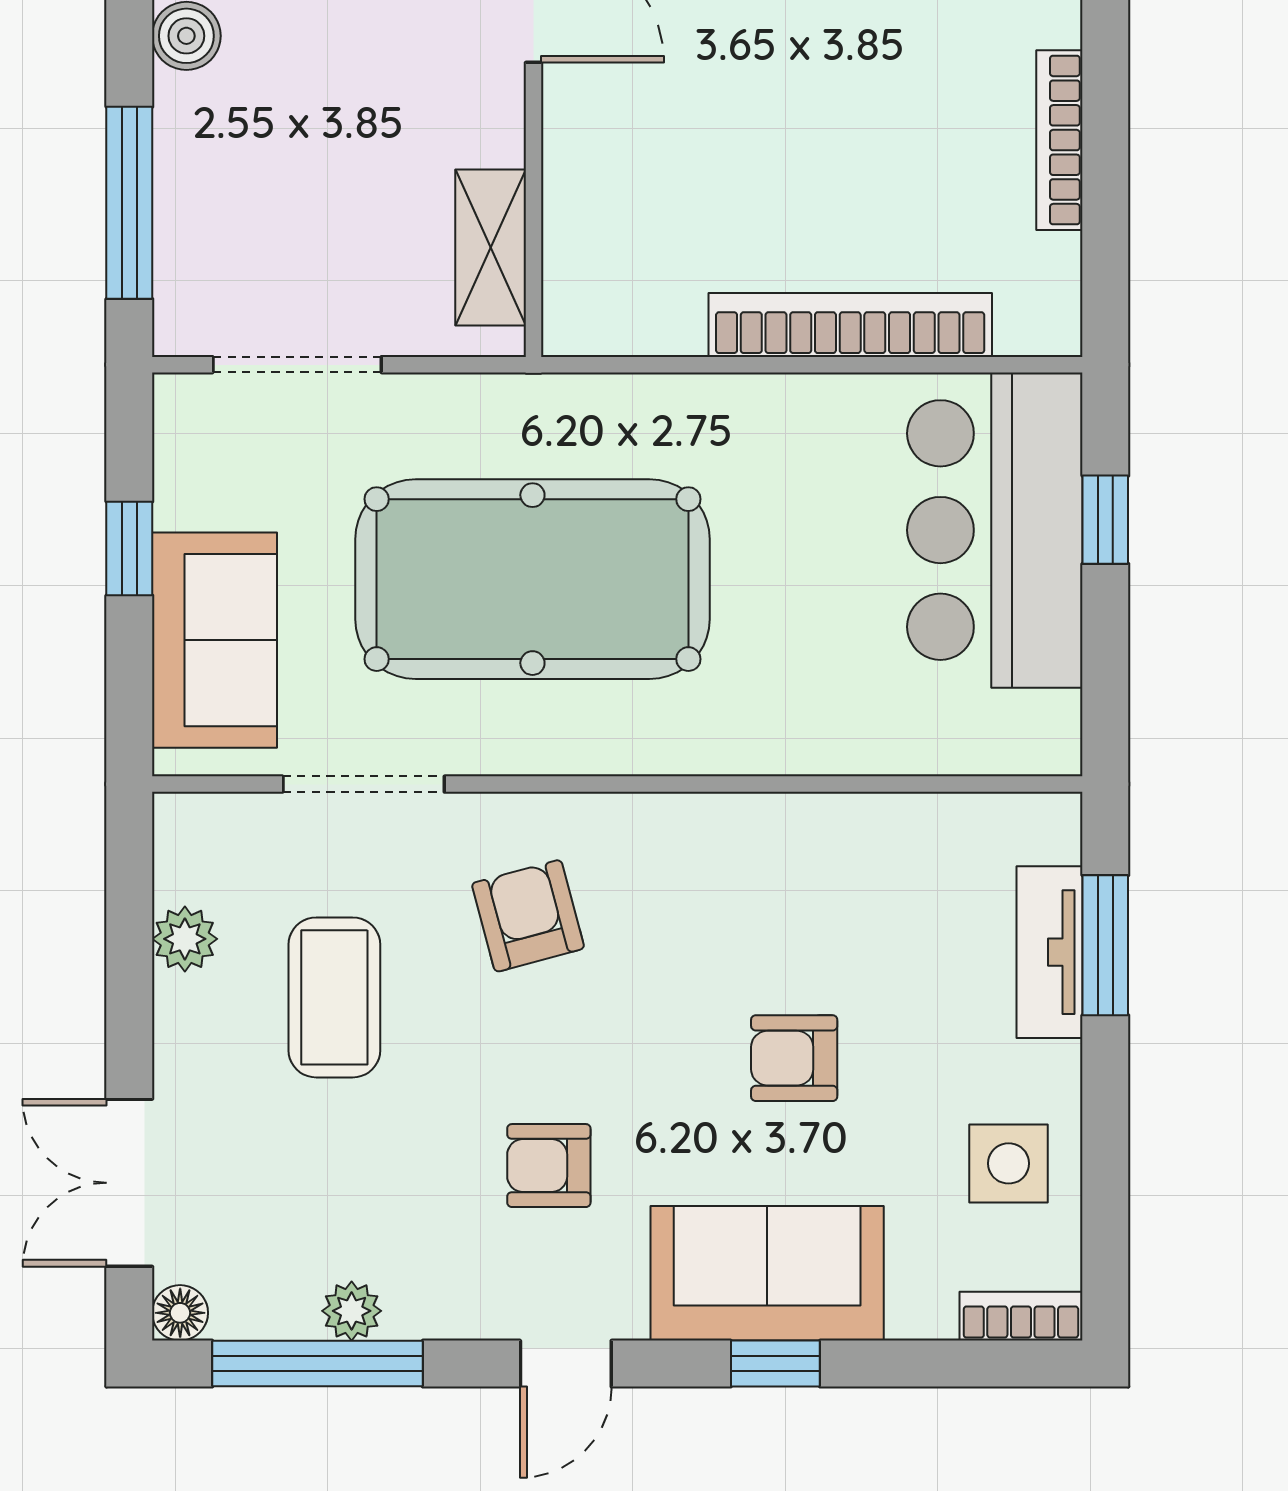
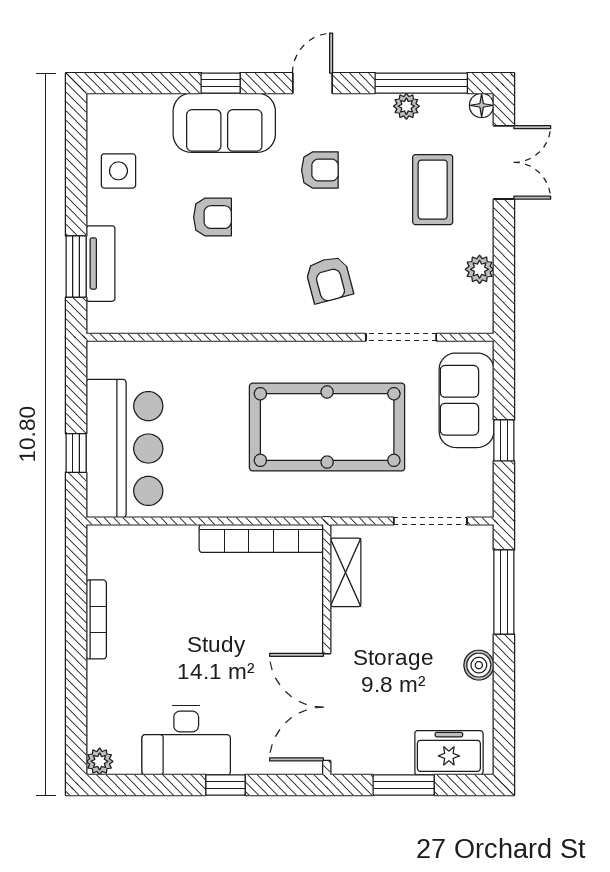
bookcase: (850, 325) -> (261, 538), moved
coffee table: (334, 997) -> (433, 190), moved
bookcase: (1021, 1316) -> (113, 104), removed

